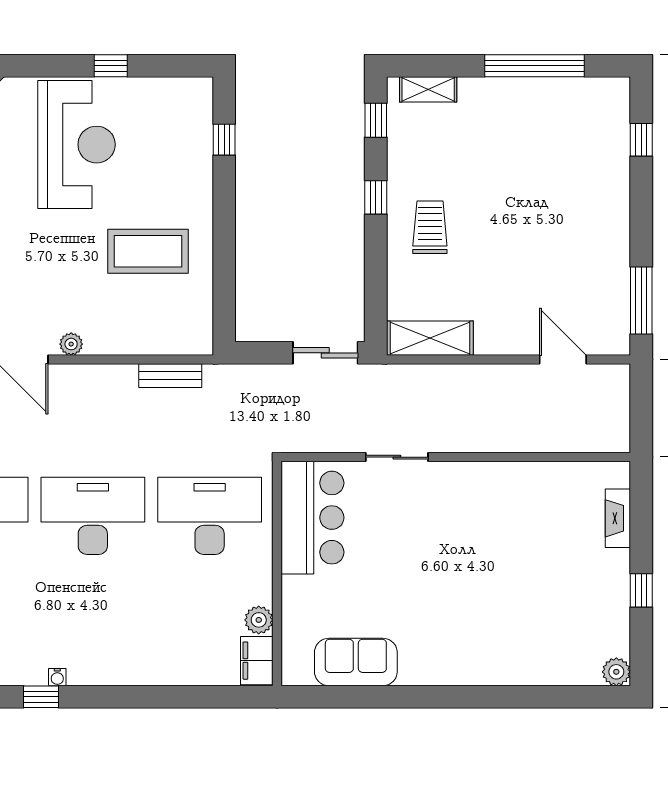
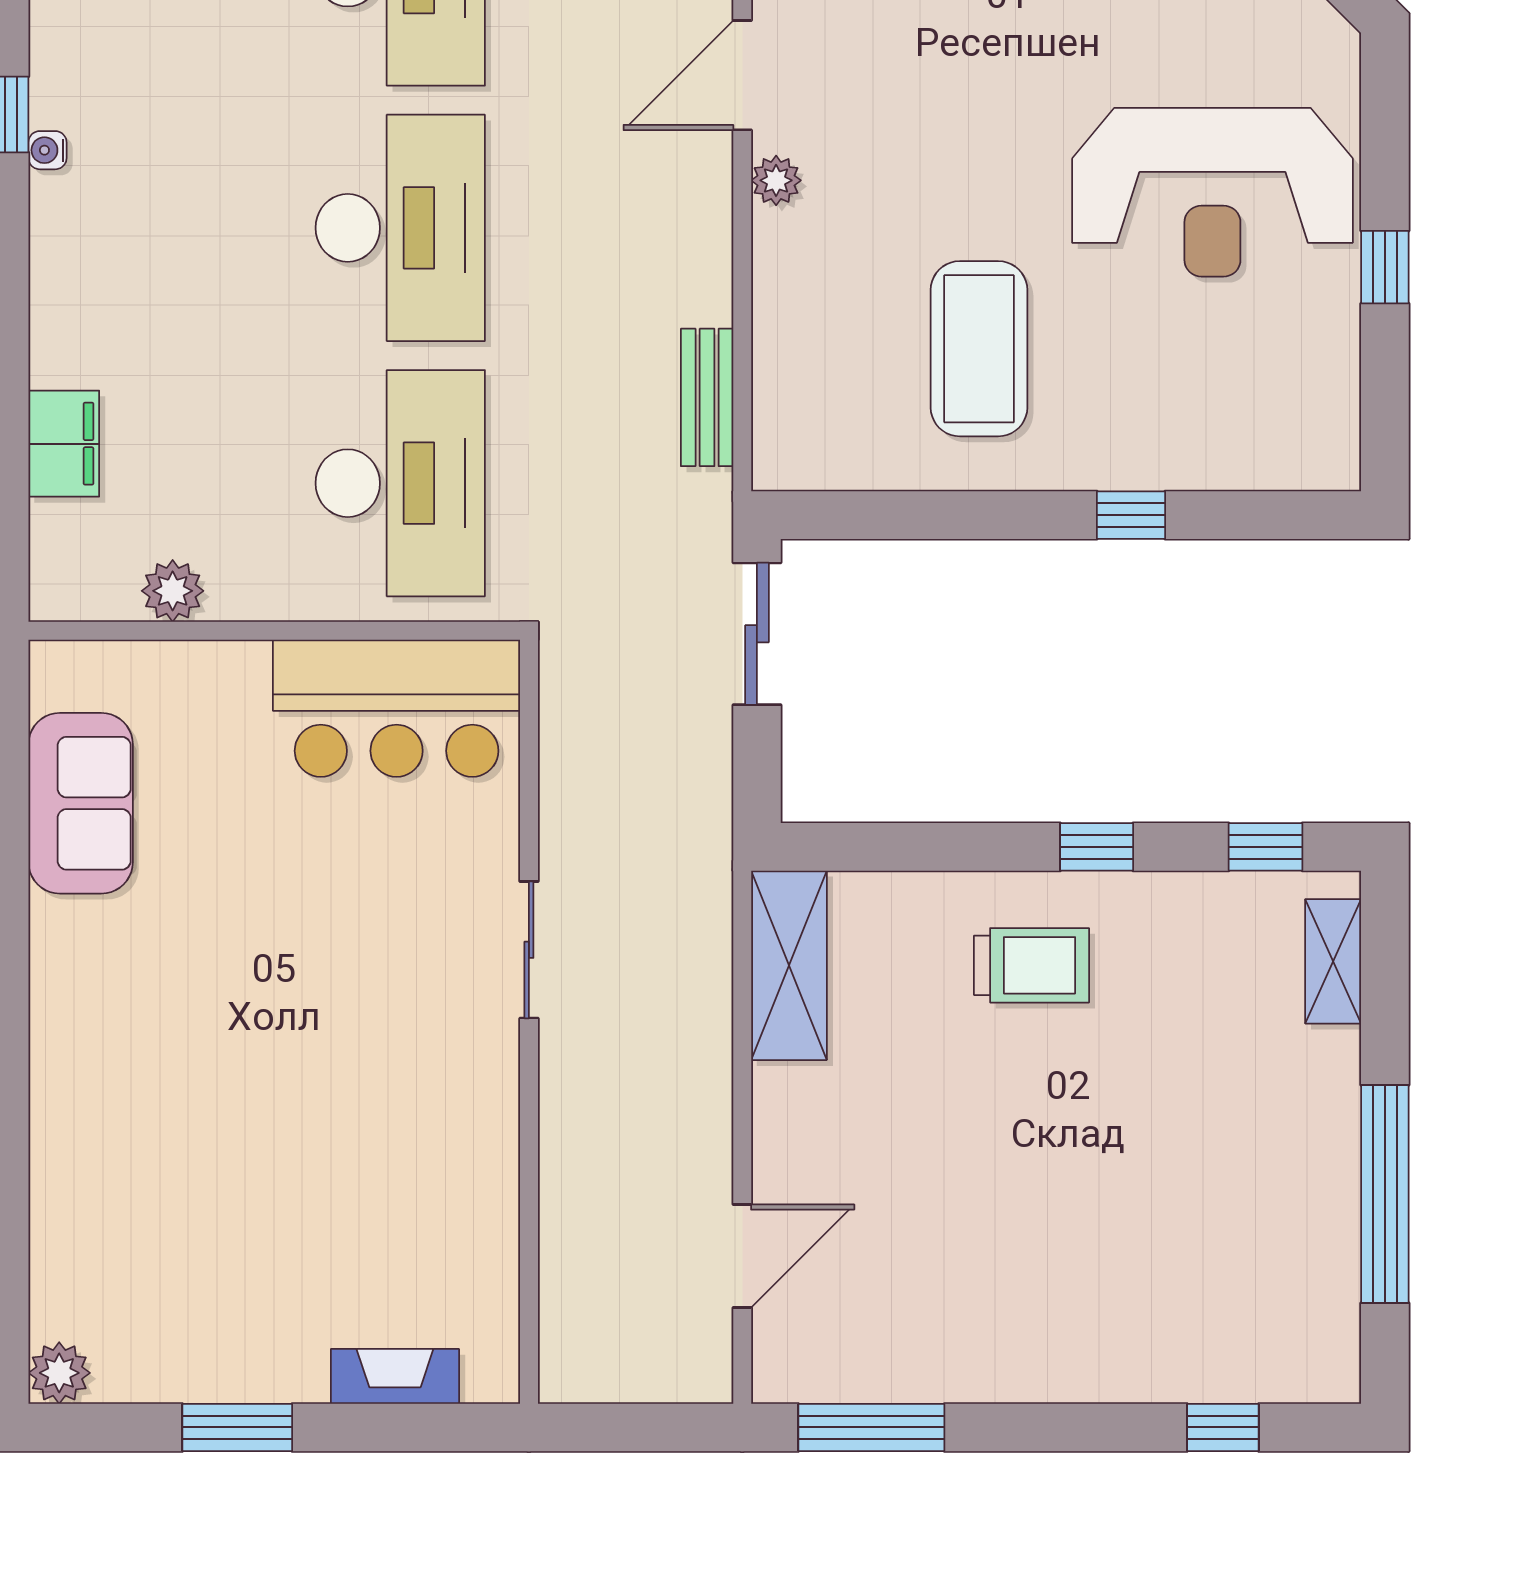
window: (224, 140) -> (1131, 515), moved
sliding door: (325, 353) -> (757, 634), moved
sliding door: (397, 457) -> (529, 950), moved
window: (641, 590) -> (237, 1427), width x1.50
filing cabinet: (257, 661) -> (64, 444), moved, turned 90

